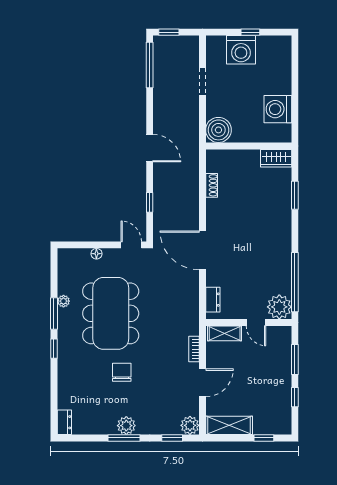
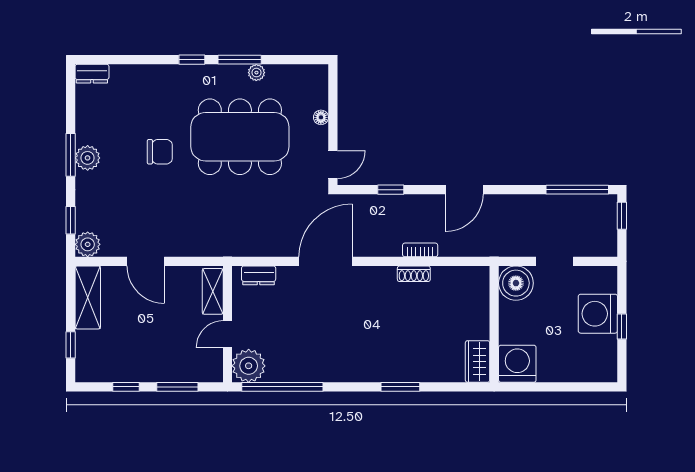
boiler: (218, 130) -> (516, 283), moved
wall: (249, 146) -> (494, 324), moved
wardrobe: (276, 158) -> (478, 361), moved
bookcase: (194, 349) -> (420, 250), moved

